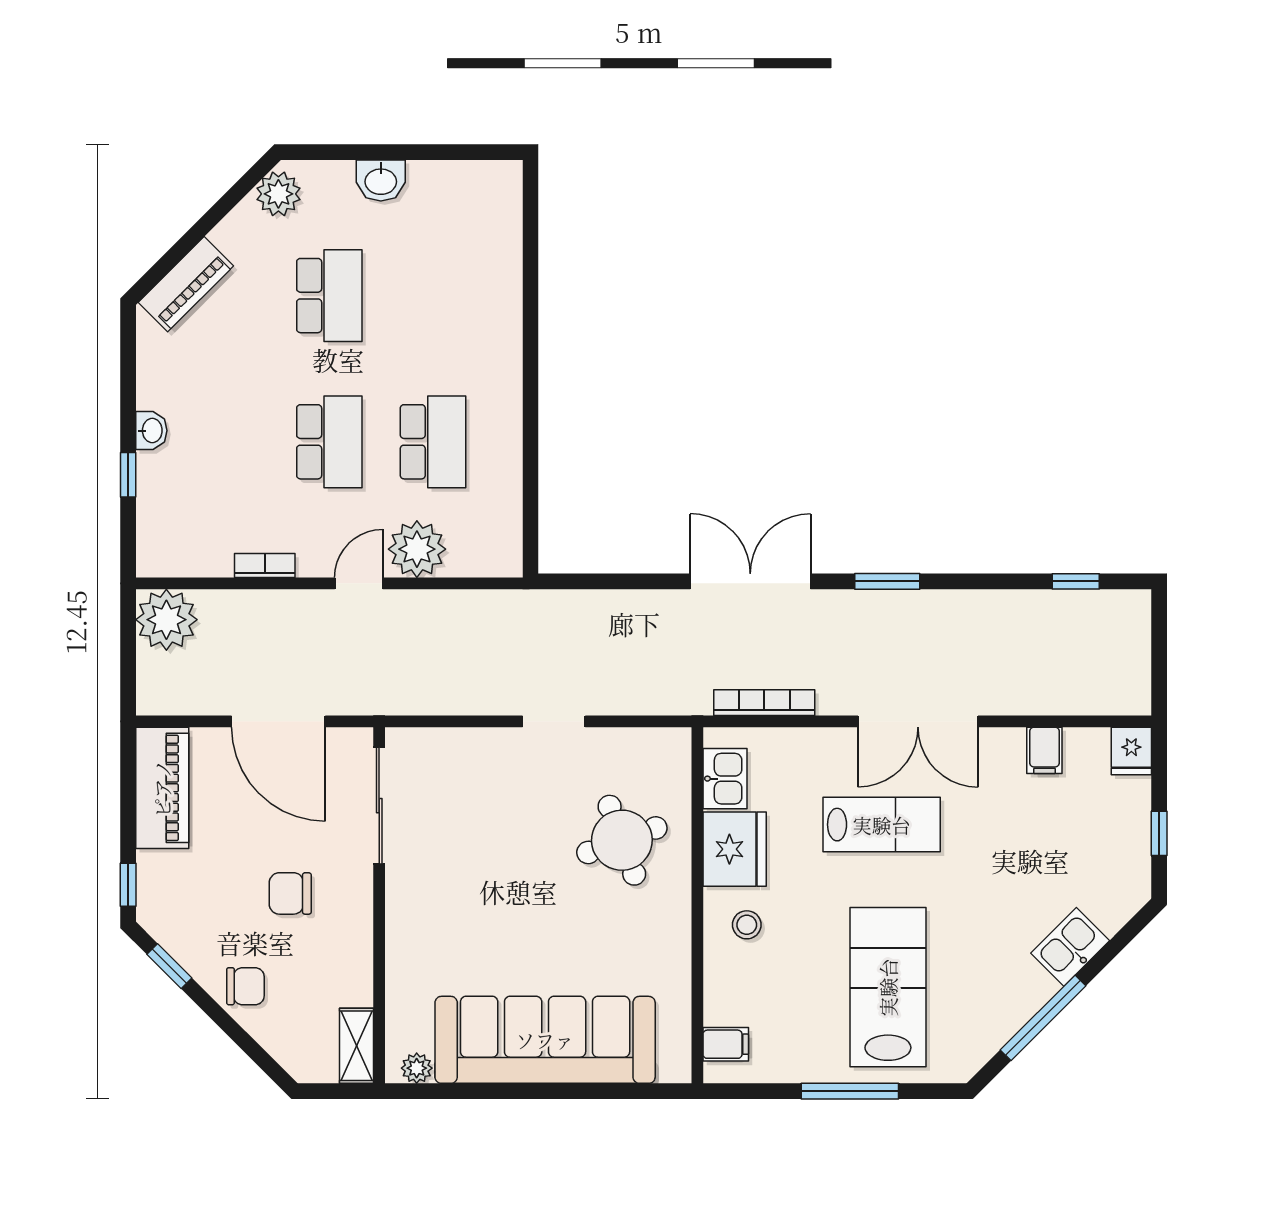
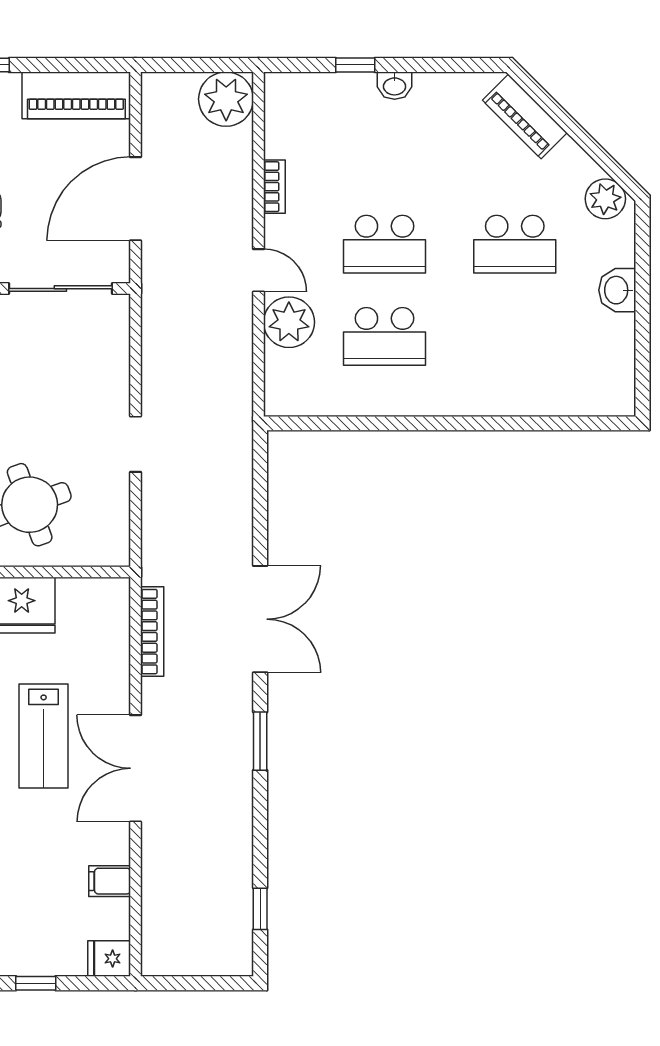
kitchen sink: (725, 779) -> (85, 597), removed

